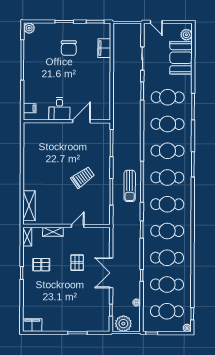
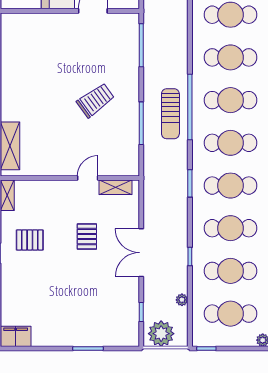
shelving: (53, 232) -> (116, 187), moved

